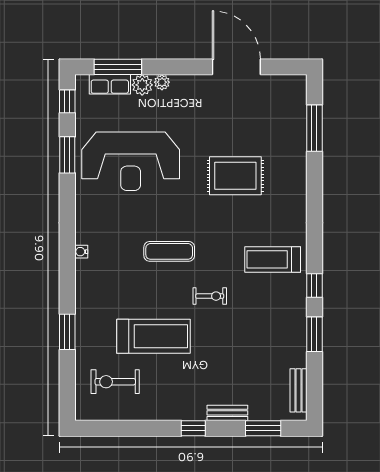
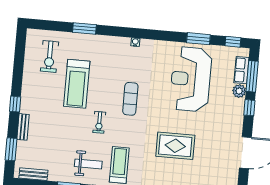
window: (167, 67) -> (249, 108), added
plant: (162, 82) -> (240, 104), removed
rug: (235, 176) -> (175, 146), turned 90
weight bench: (275, 307) -> (88, 164), added
exercise bike: (115, 382) -> (50, 57), turned 180

